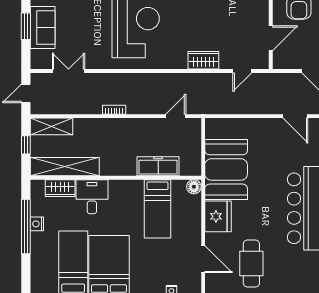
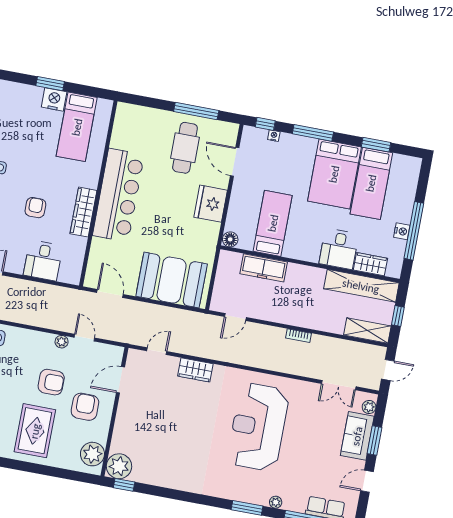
plant: (37, 56) -> (369, 407), added
booth: (226, 169) -> (172, 280), moved, turned 90

